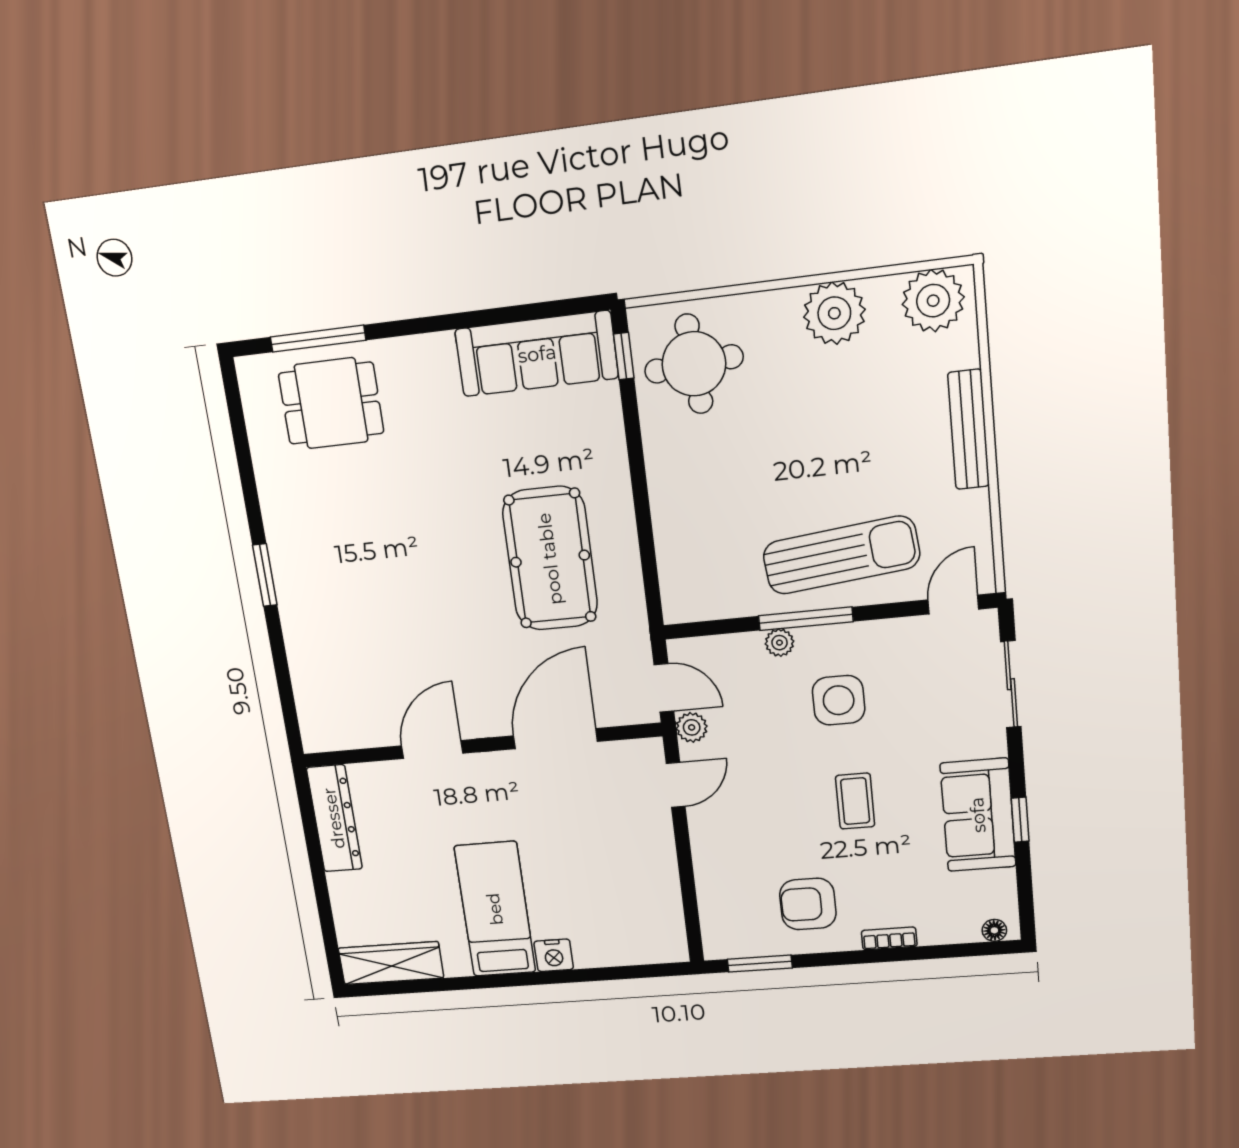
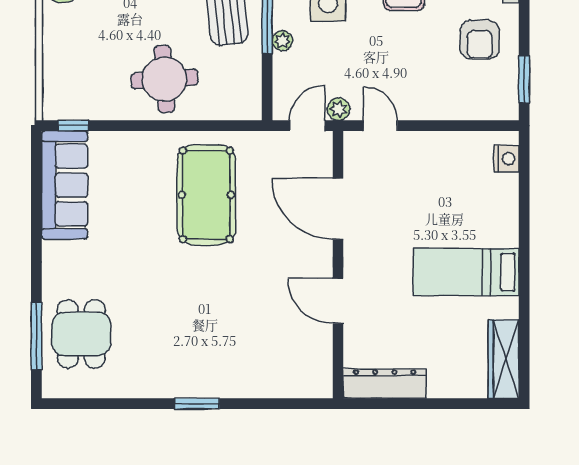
round table: (694, 364) -> (164, 79), moved
pool table: (550, 559) -> (206, 195), turned 90
nightstand: (554, 955) -> (506, 159), moved

